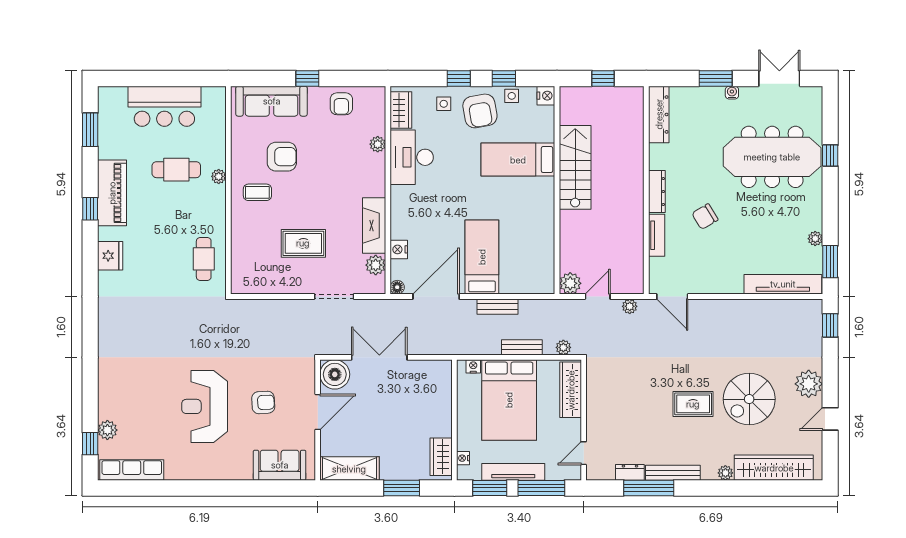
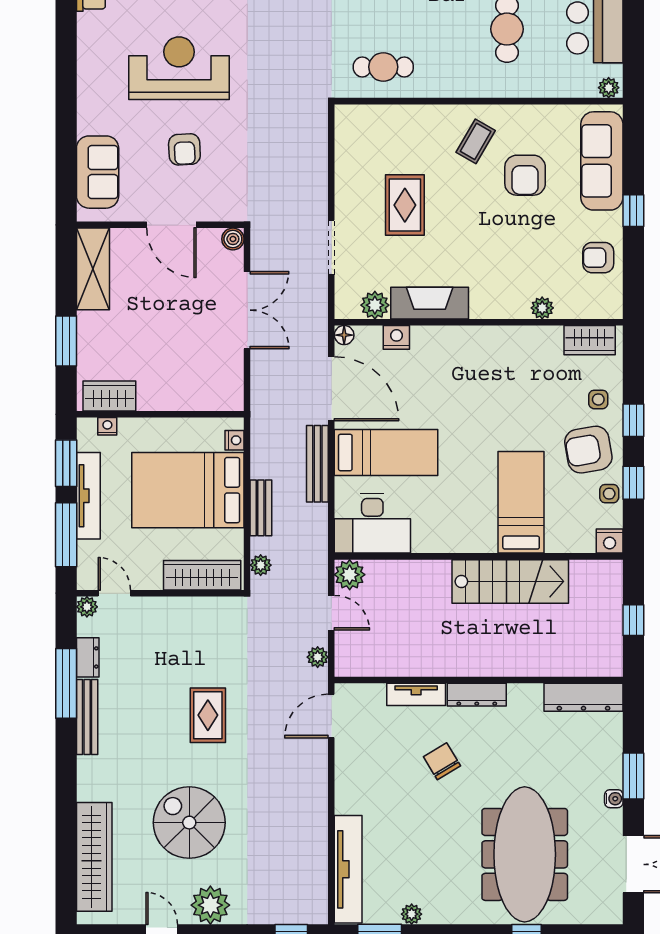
desk: (412, 157) -> (372, 523), moved, turned 180
plant: (219, 176) -> (609, 88), moved
coffee table: (257, 192) -> (476, 141), turned 30
bench: (498, 307) -> (317, 464), width x1.36
boiler: (335, 374) -> (233, 239), width x0.54, depth x0.54
rug: (693, 404) -> (208, 715), moved
plant: (725, 473) -> (87, 607), moved

